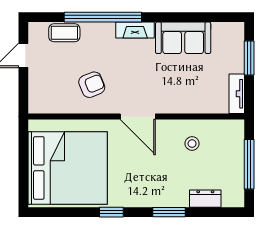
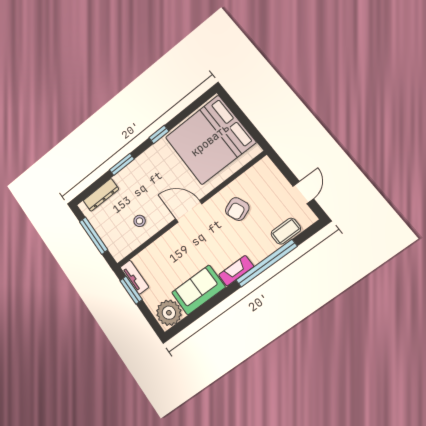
plant: (227, 37) -> (169, 313), added
window: (249, 58) -> (131, 290), moved
dresser: (205, 199) -> (101, 195), width x1.44

